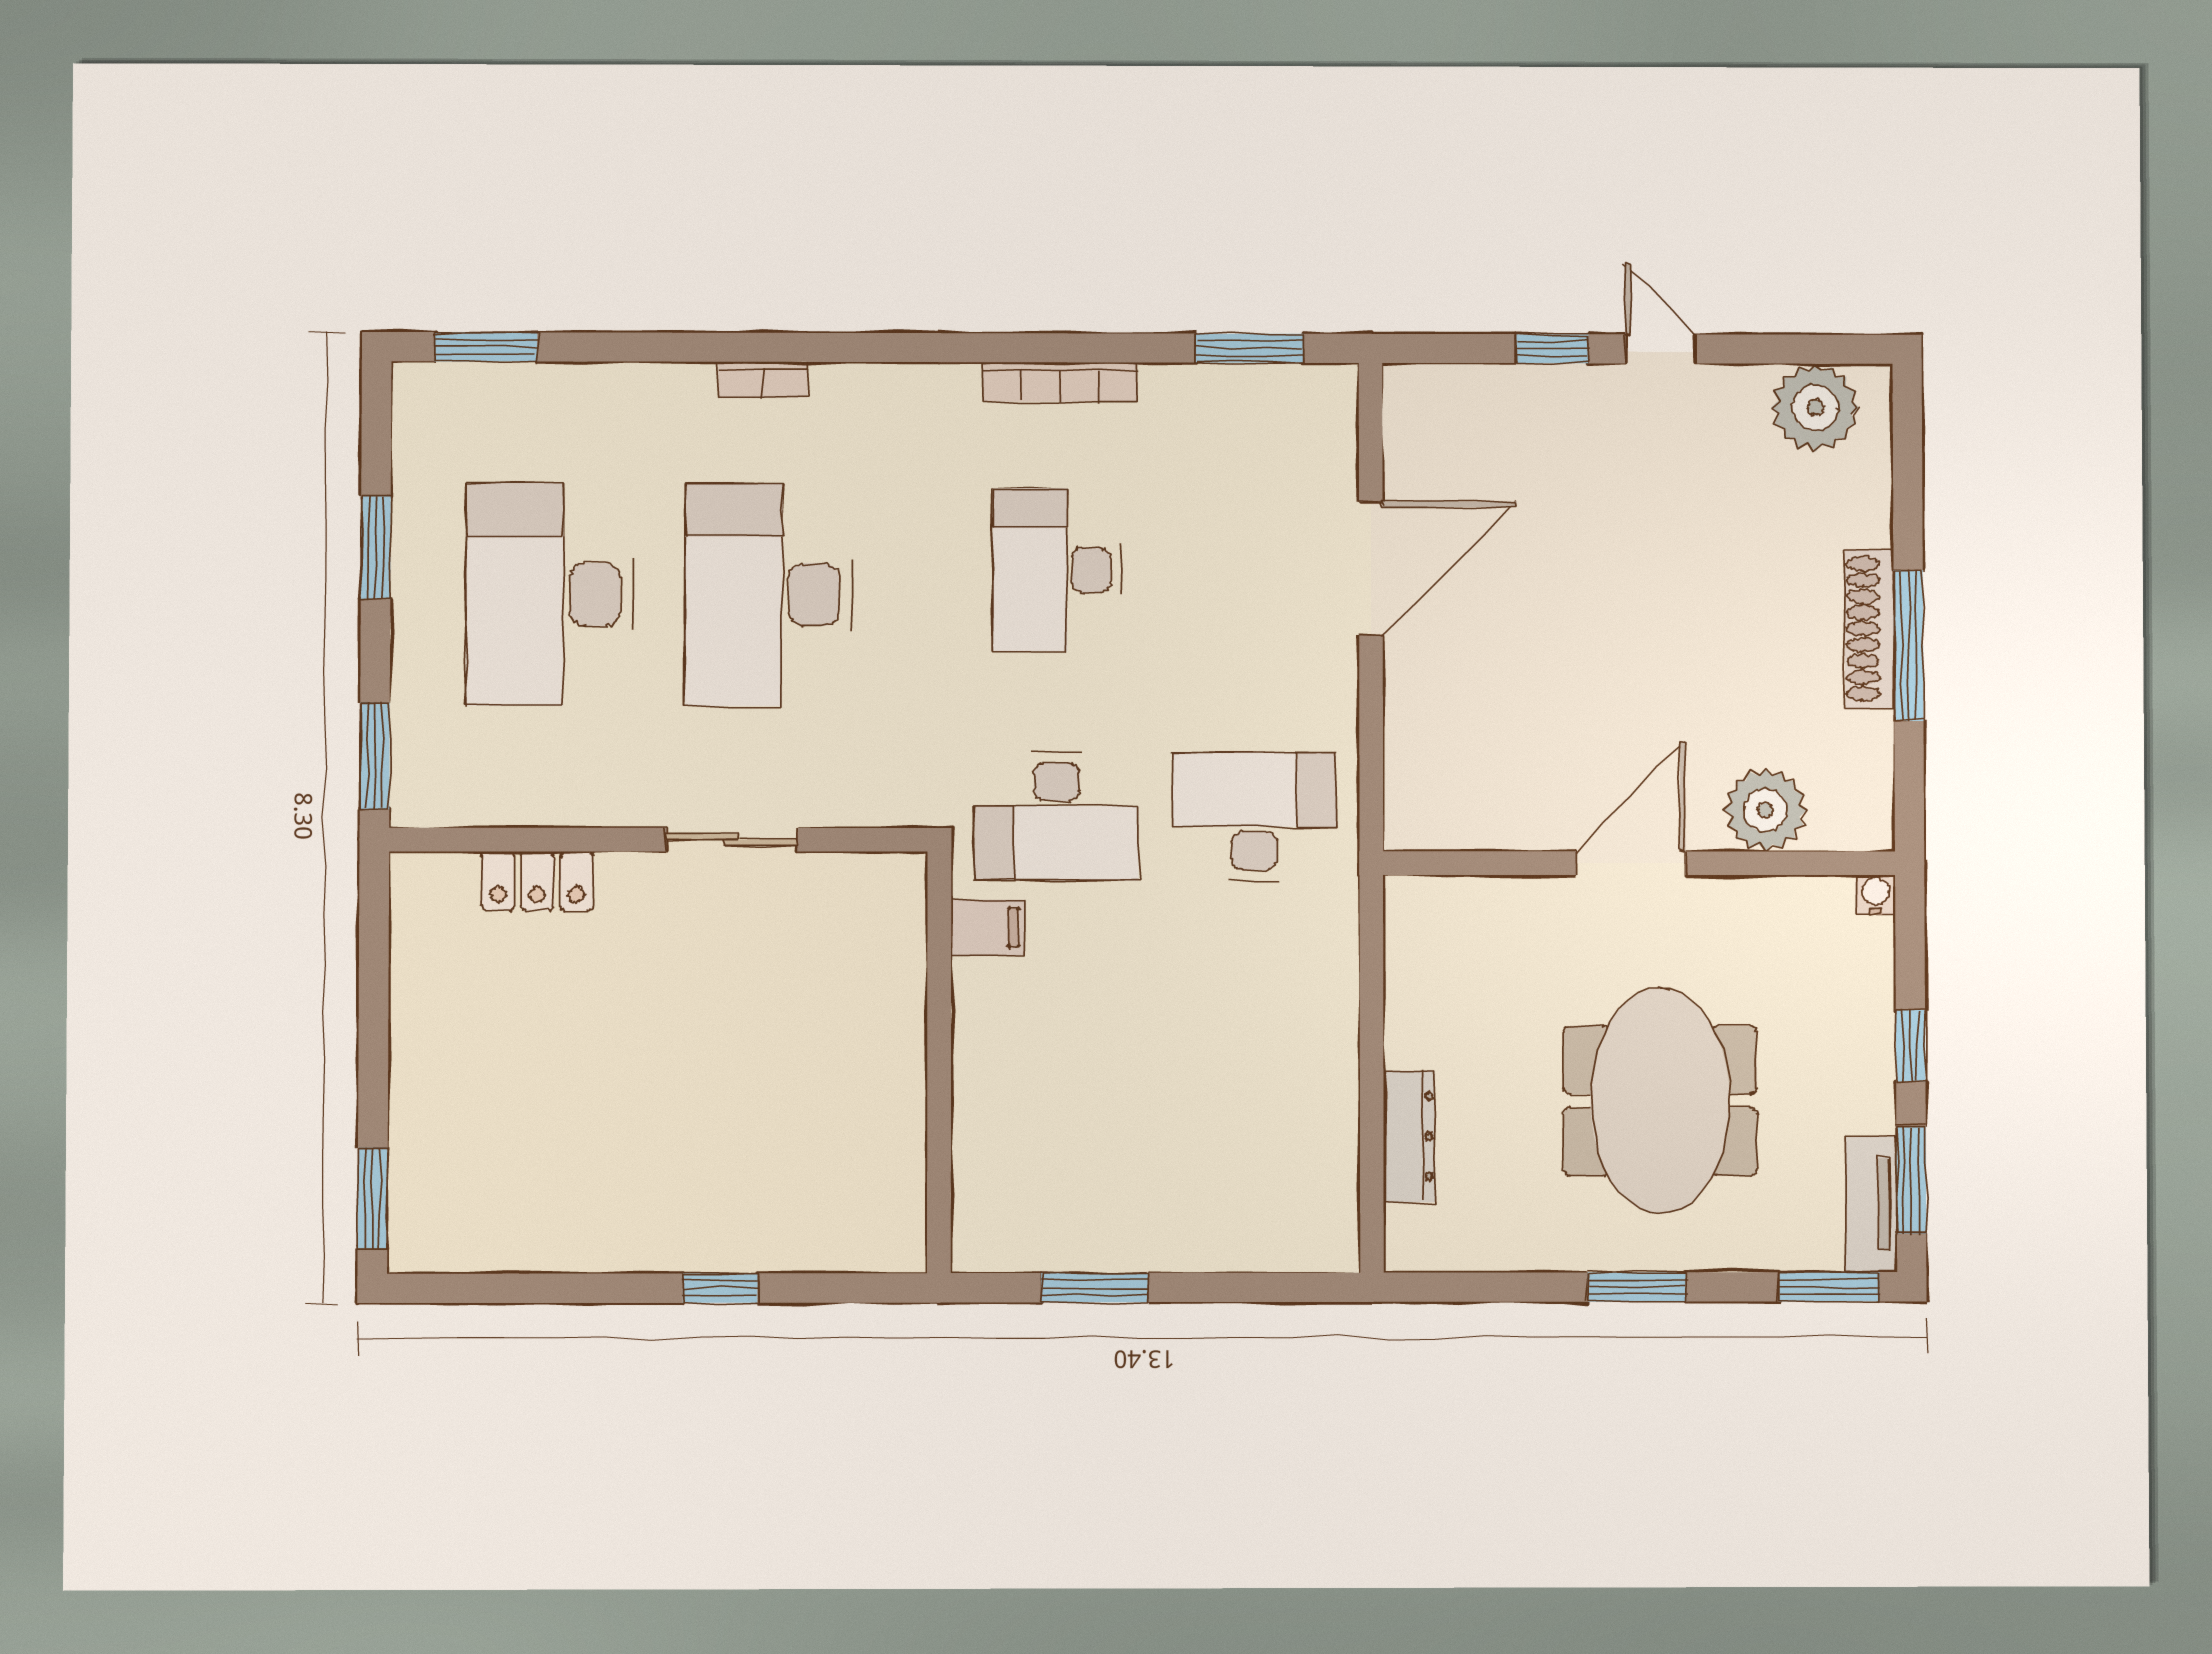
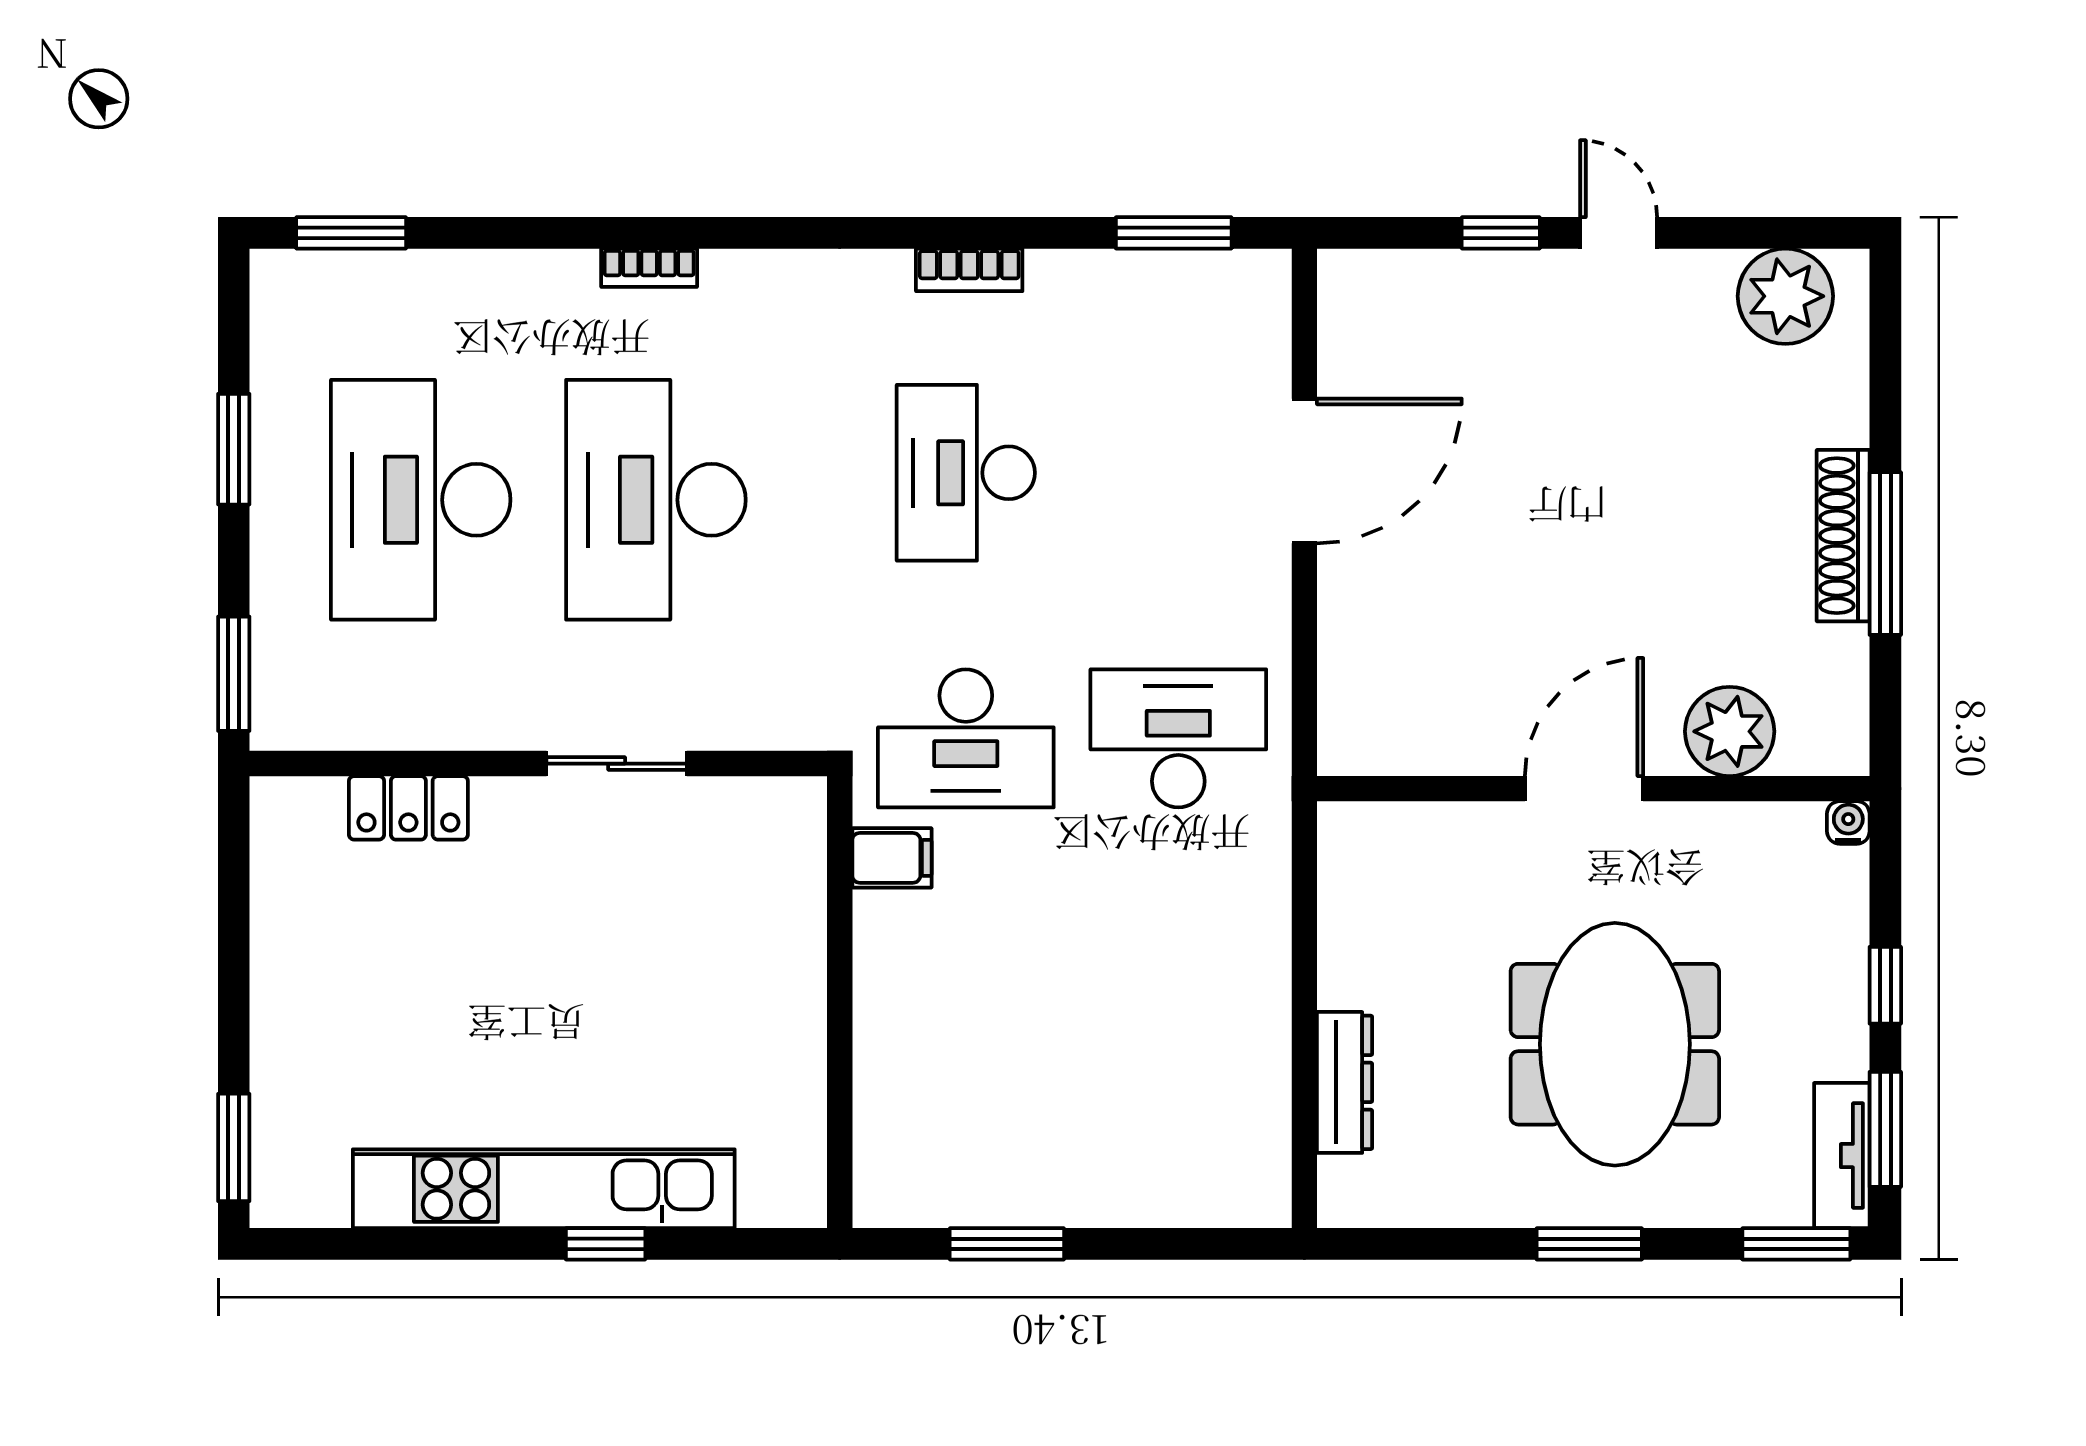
bookcase: (1060, 382) -> (969, 270), width x0.64
kitchen unit: (663, 1237) -> (544, 1189), added

